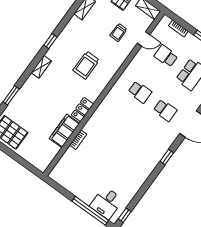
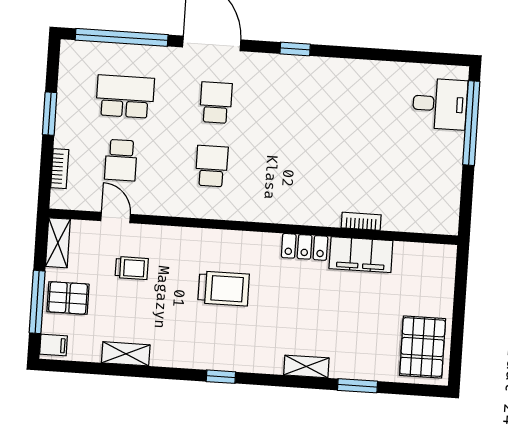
shelving: (41, 67) -> (306, 366), moved
window: (125, 215) -> (442, 59), removed

